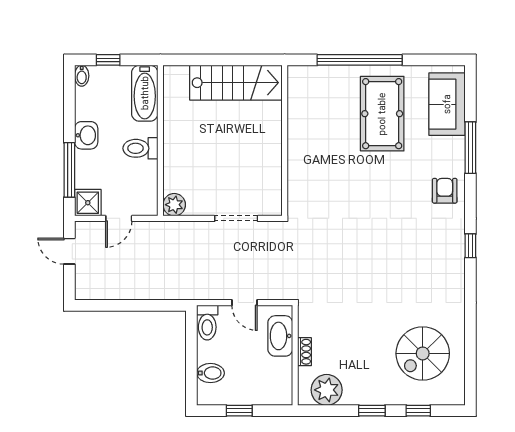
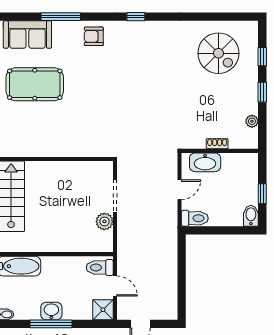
toilet: (140, 148) -> (100, 267), moved, turned 90
window: (69, 170) -> (51, 324), moved
plant: (174, 205) -> (104, 221), moved
bidet: (210, 373) -> (251, 216), moved
plant: (327, 390) -> (252, 121), width x0.53, depth x0.53

